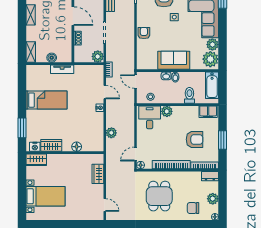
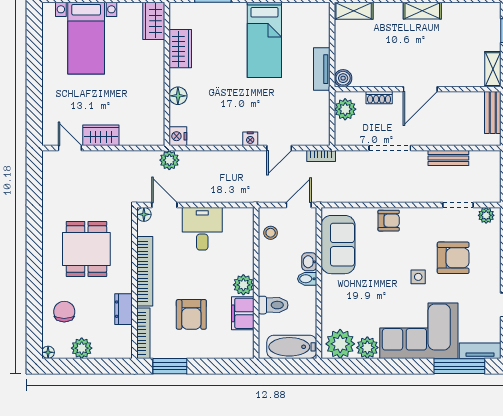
plant: (98, 56) -> (345, 109), moved
boiler: (52, 58) -> (343, 78), moved
sofa: (174, 60) -> (338, 245), moved
plant: (167, 111) -> (243, 285), moved
filing cabinet: (208, 112) -> (243, 313), moved
desk: (150, 117) -> (202, 229), moved, turned -90
plant: (111, 133) -> (169, 160), moved
window: (222, 140) -> (170, 366), moved
nightstand: (35, 147) -> (178, 136), moved
wardrobe: (98, 174) -> (101, 135), moved
dresser: (210, 176) -> (124, 309), moved
dining table: (159, 196) -> (86, 249), turned 90
door: (105, 205) -> (70, 148), swing flipped

